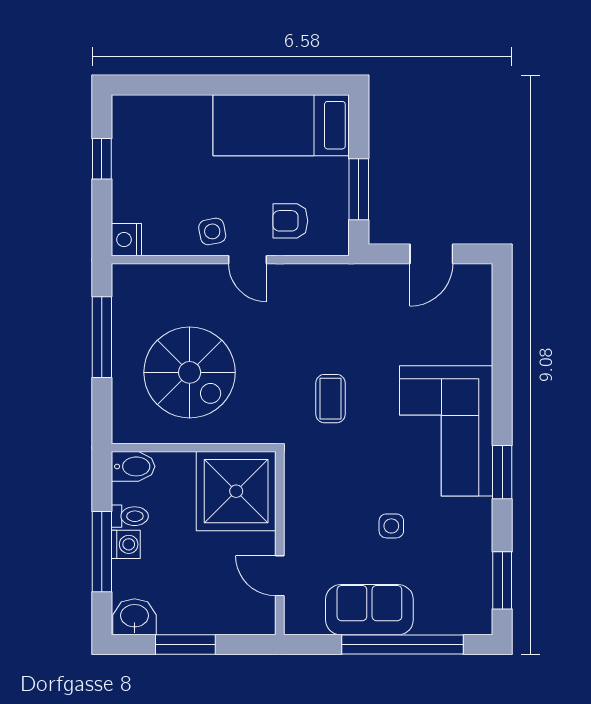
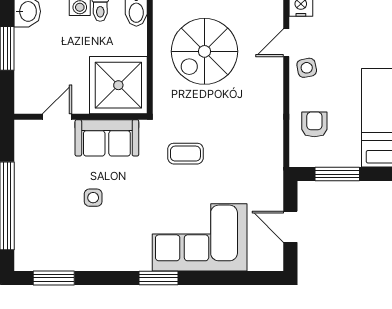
door: (247, 260) -> (286, 43), moved
corner sofa: (446, 431) -> (200, 237), moved
window: (502, 472) -> (159, 278), moved
sofa: (369, 610) -> (107, 138), moved, turned 90

